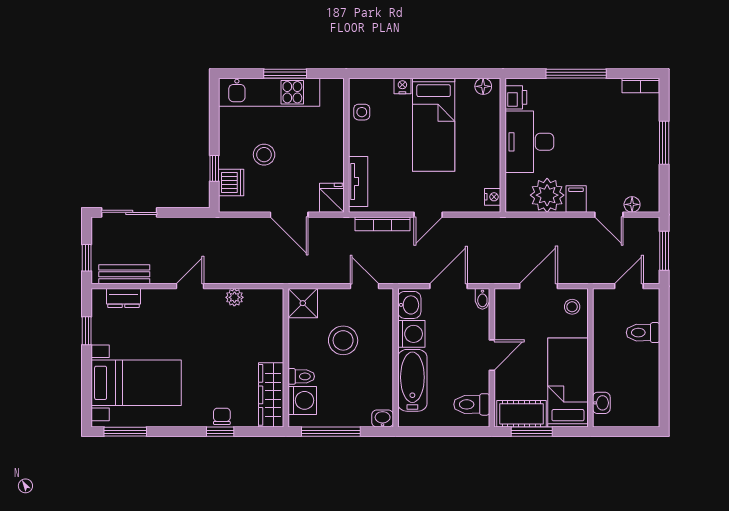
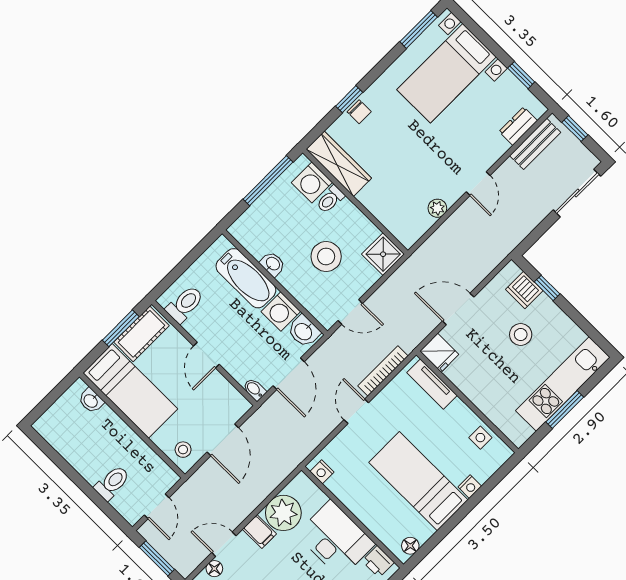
washbasin: (383, 419) -> (273, 264), moved, turned -90

